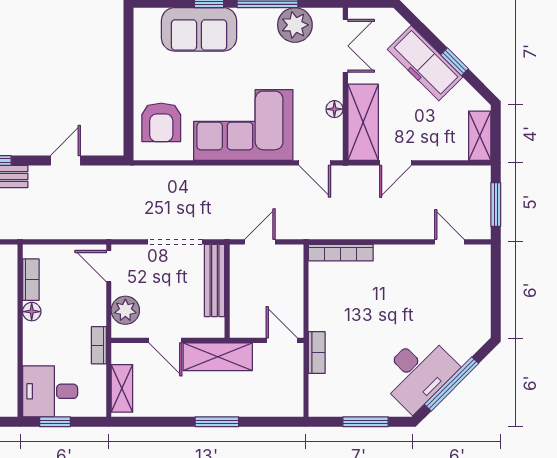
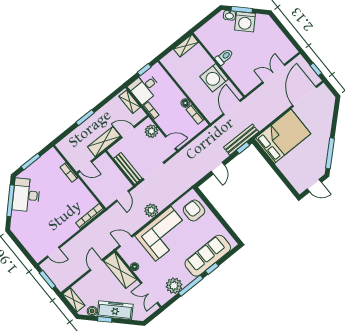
sofa: (199, 29) -> (208, 256), width x1.36
boiler: (464, 93) -> (92, 311), added
plant: (232, 180) -> (151, 210), added
desk: (50, 391) -> (145, 88), moved, turned 180

